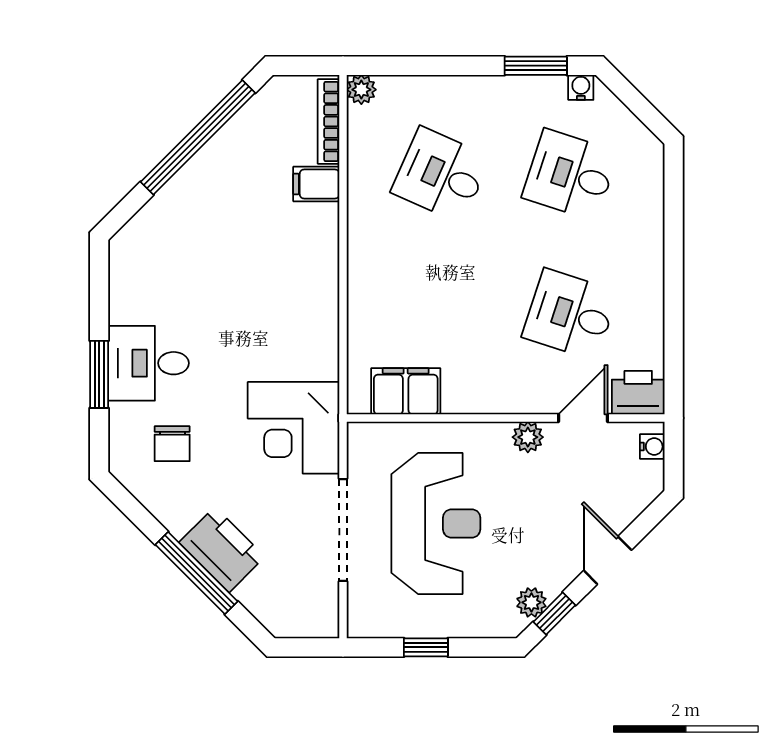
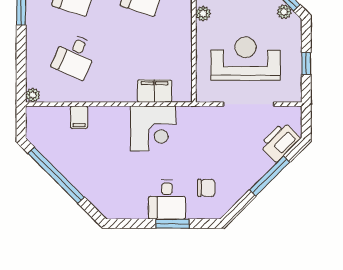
bookcase: (329, 121) -> (48, 111), removed
filing cabinet: (406, 391) -> (155, 91), moved, turned 90
corner desk: (294, 428) -> (153, 128), moved
printer: (222, 550) -> (280, 142), moved

